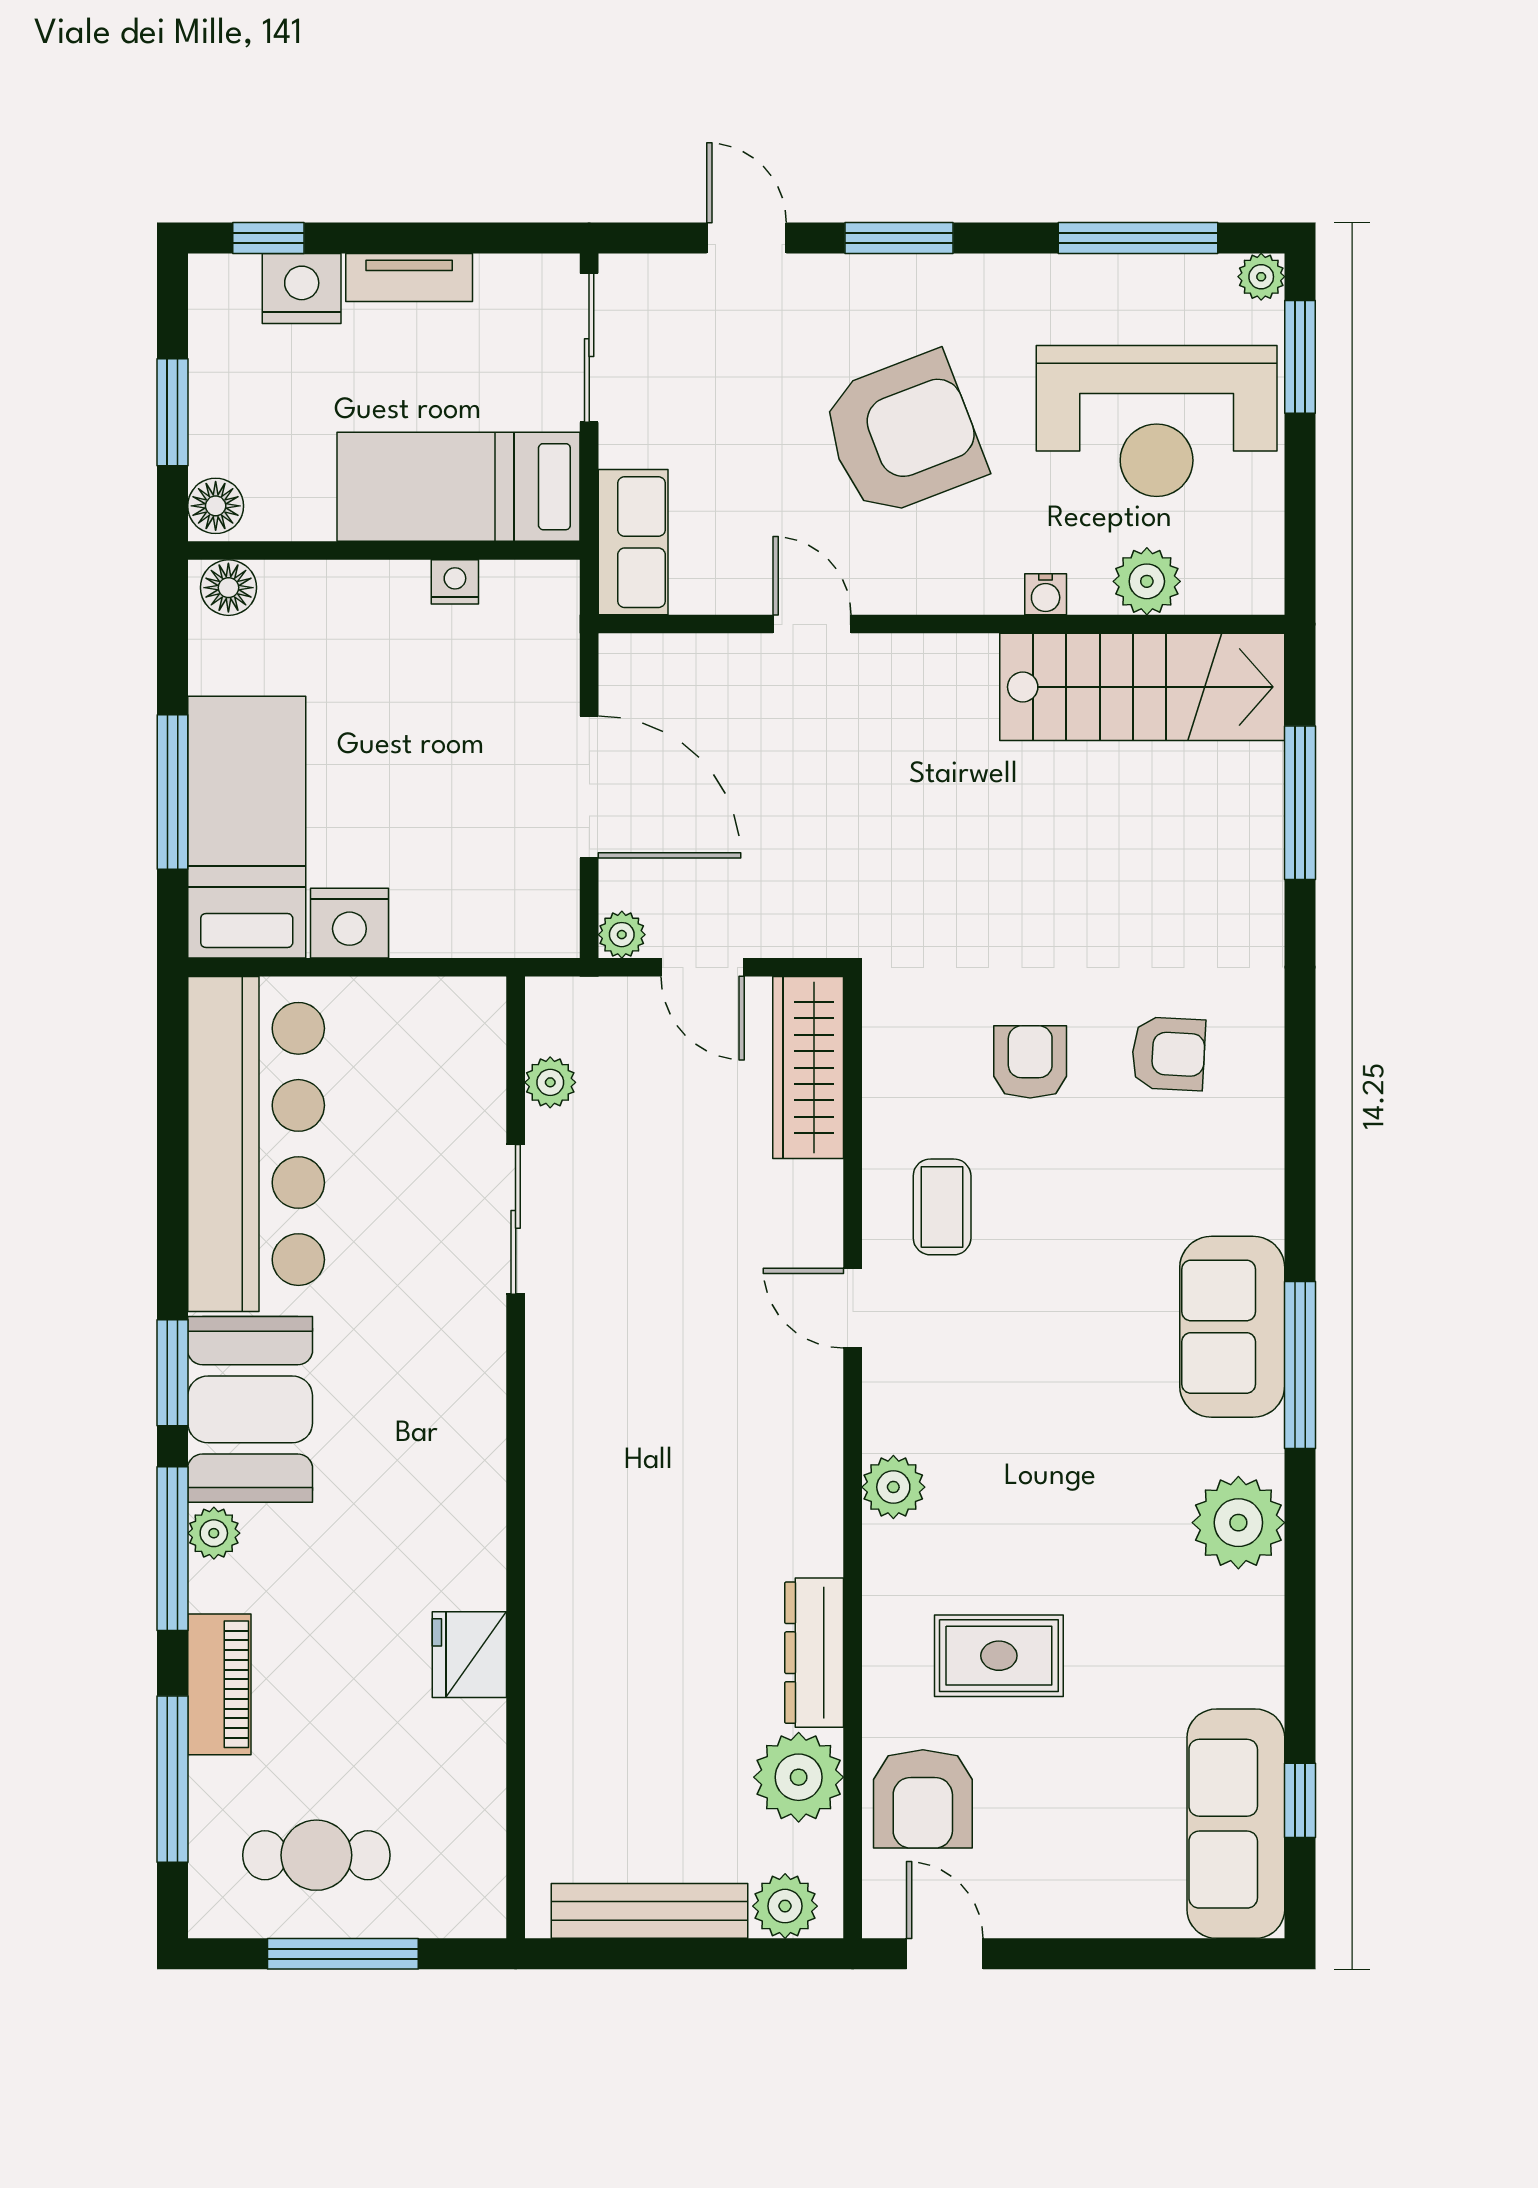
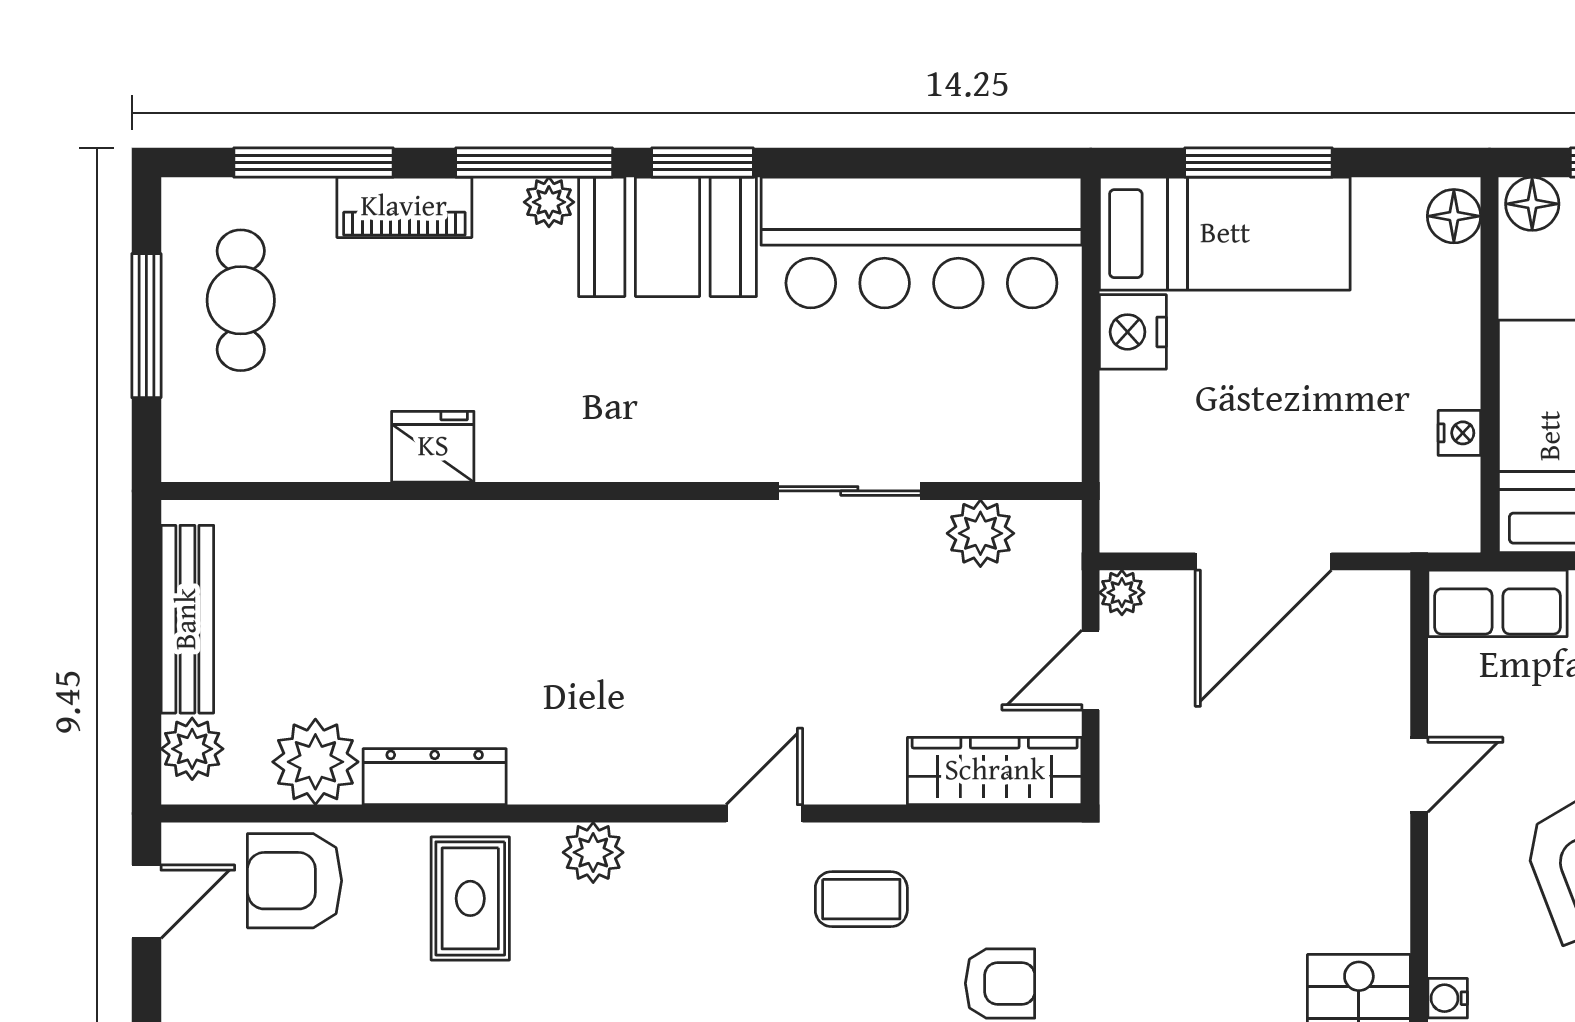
plant: (550, 1082) -> (980, 533), width x1.38, depth x1.38
rug: (999, 1656) -> (470, 898), moved

